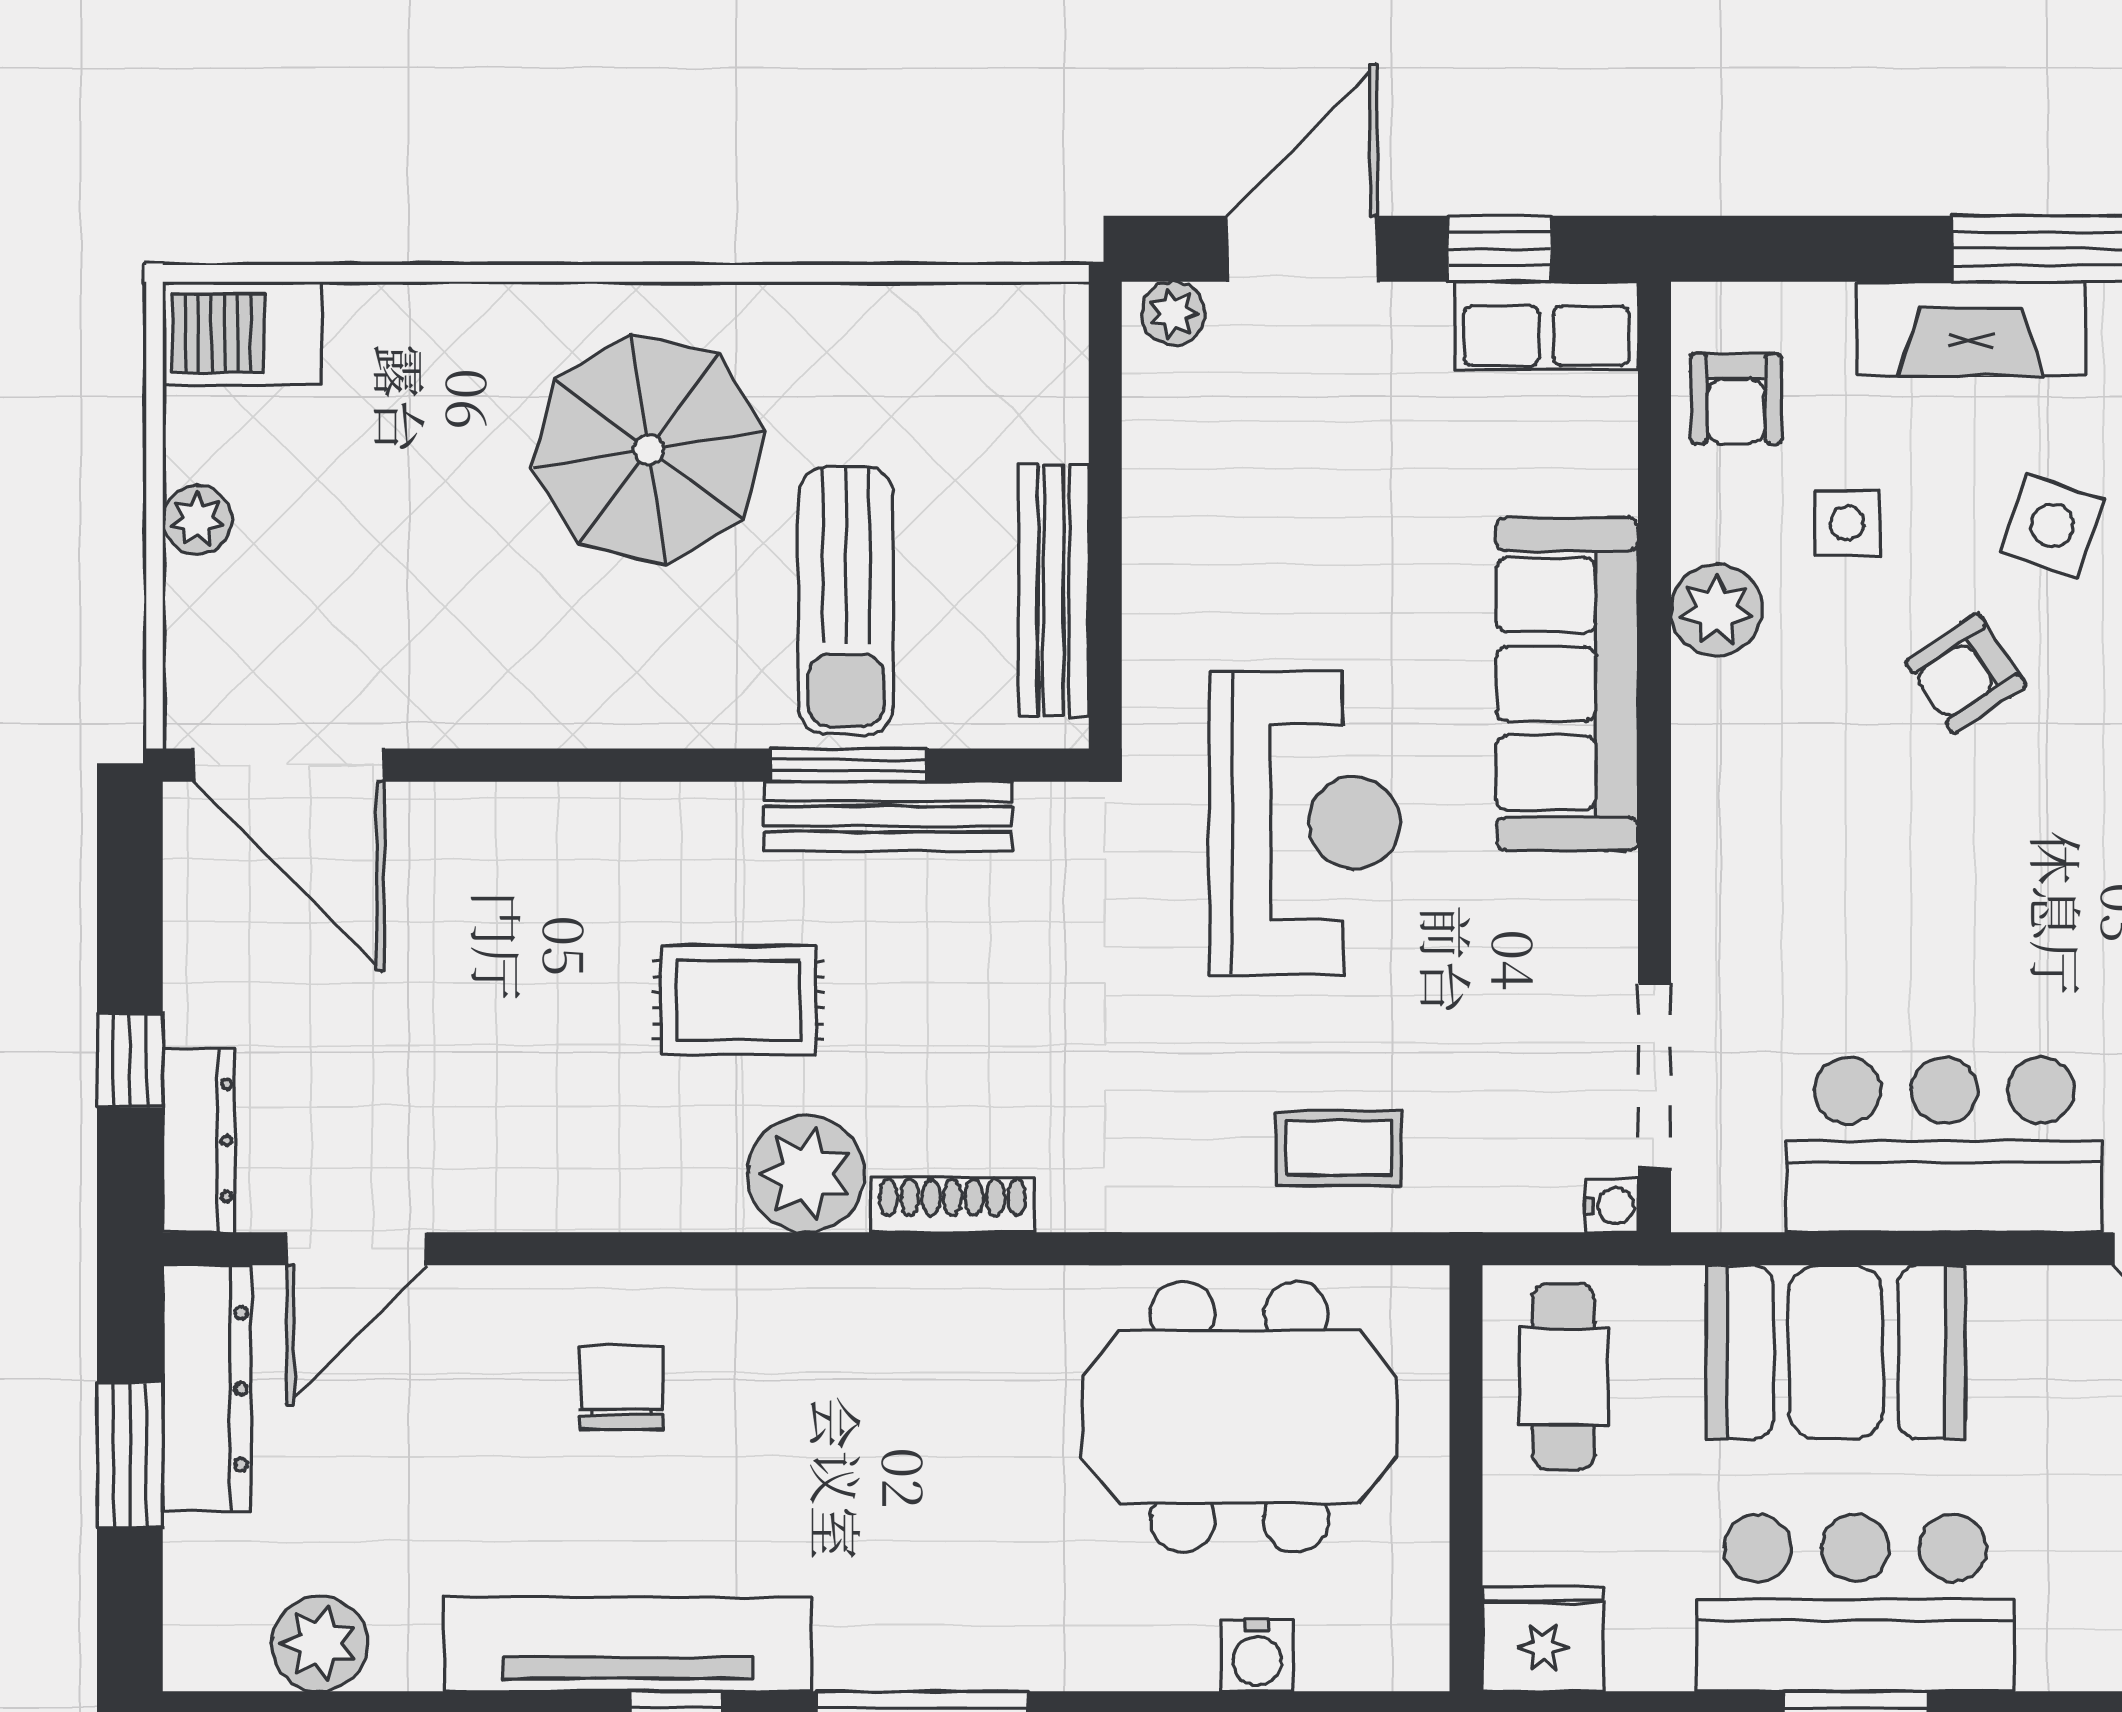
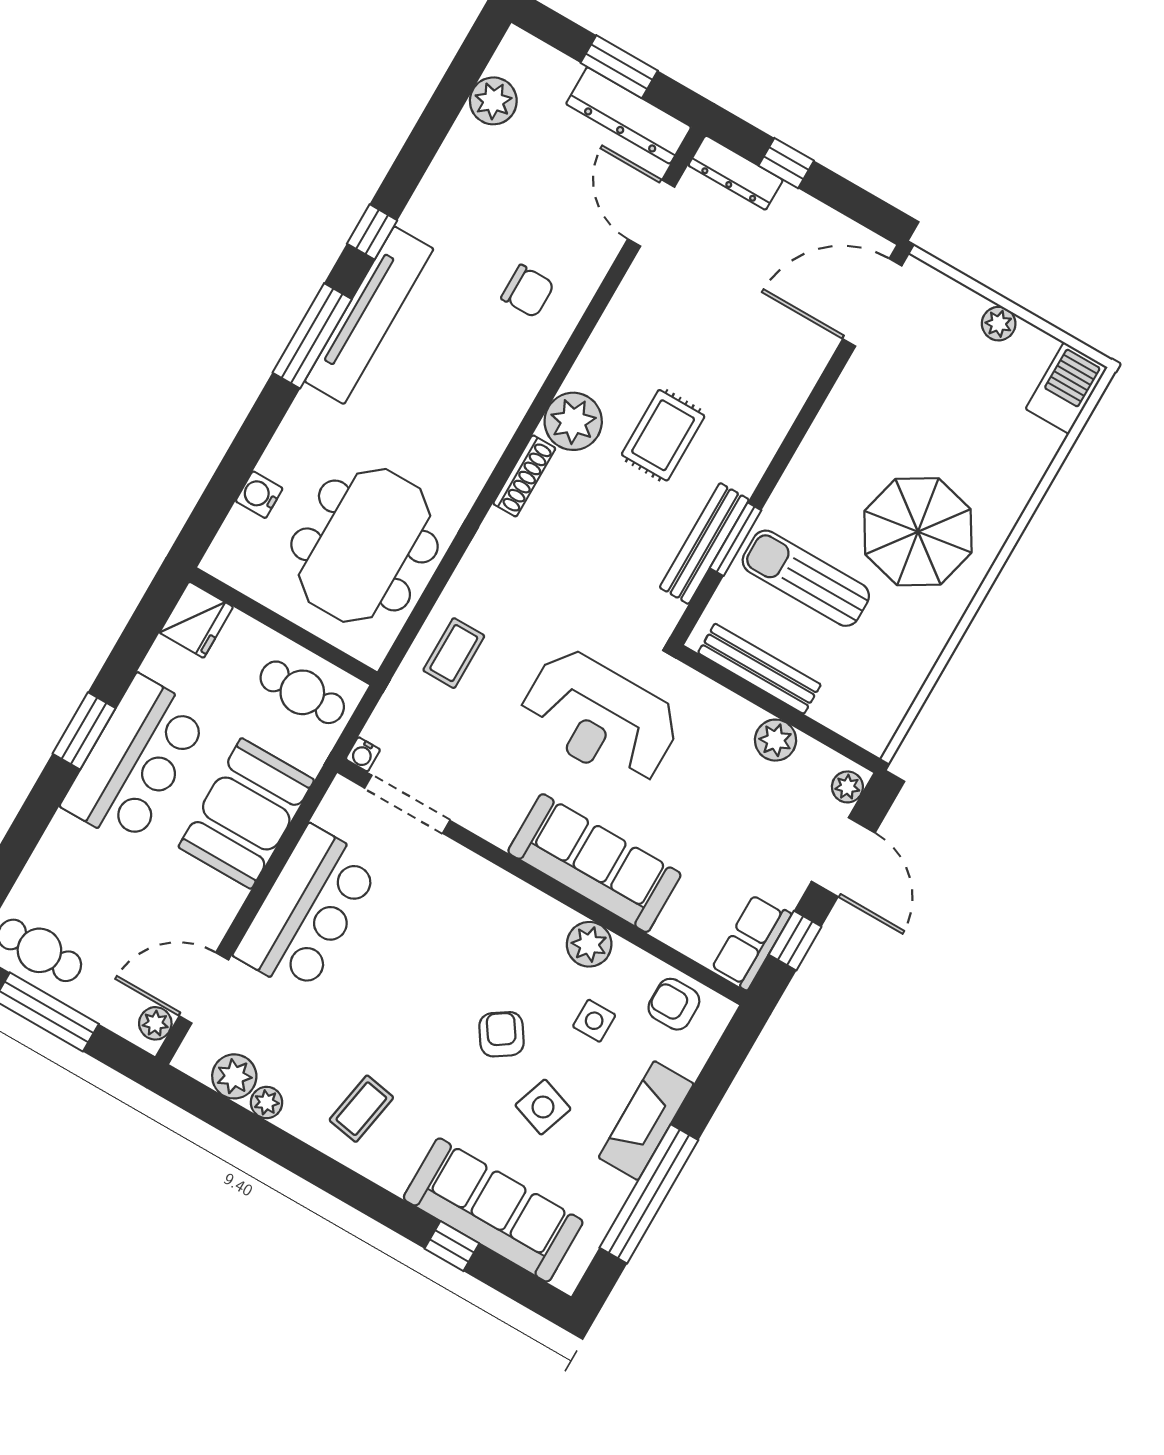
plant: (1164, 489) -> (776, 740), added
tv unit: (627, 1644) -> (369, 315), moved

